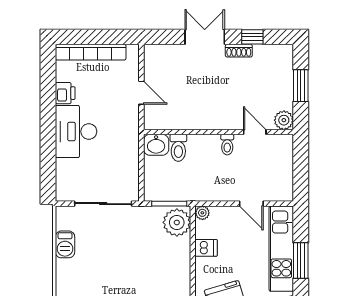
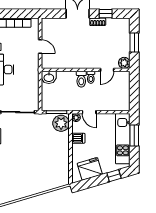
door: (255, 132) -> (107, 70), swing flipped
toilet: (178, 148) -> (81, 79), moved
door: (251, 204) -> (89, 112), moved
window: (301, 261) -> (134, 136), moved

